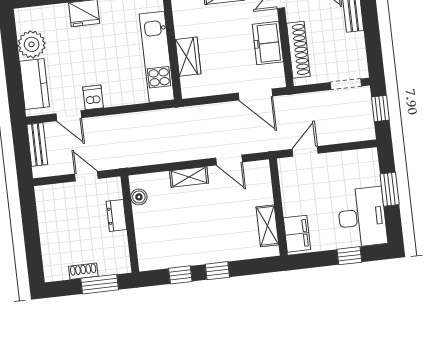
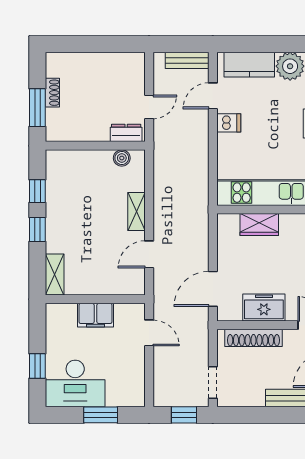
dresser: (116, 215) -> (126, 133), moved
shelving: (267, 226) -> (55, 275), moved, turned 90
filing cabinet: (297, 234) -> (95, 315), moved

